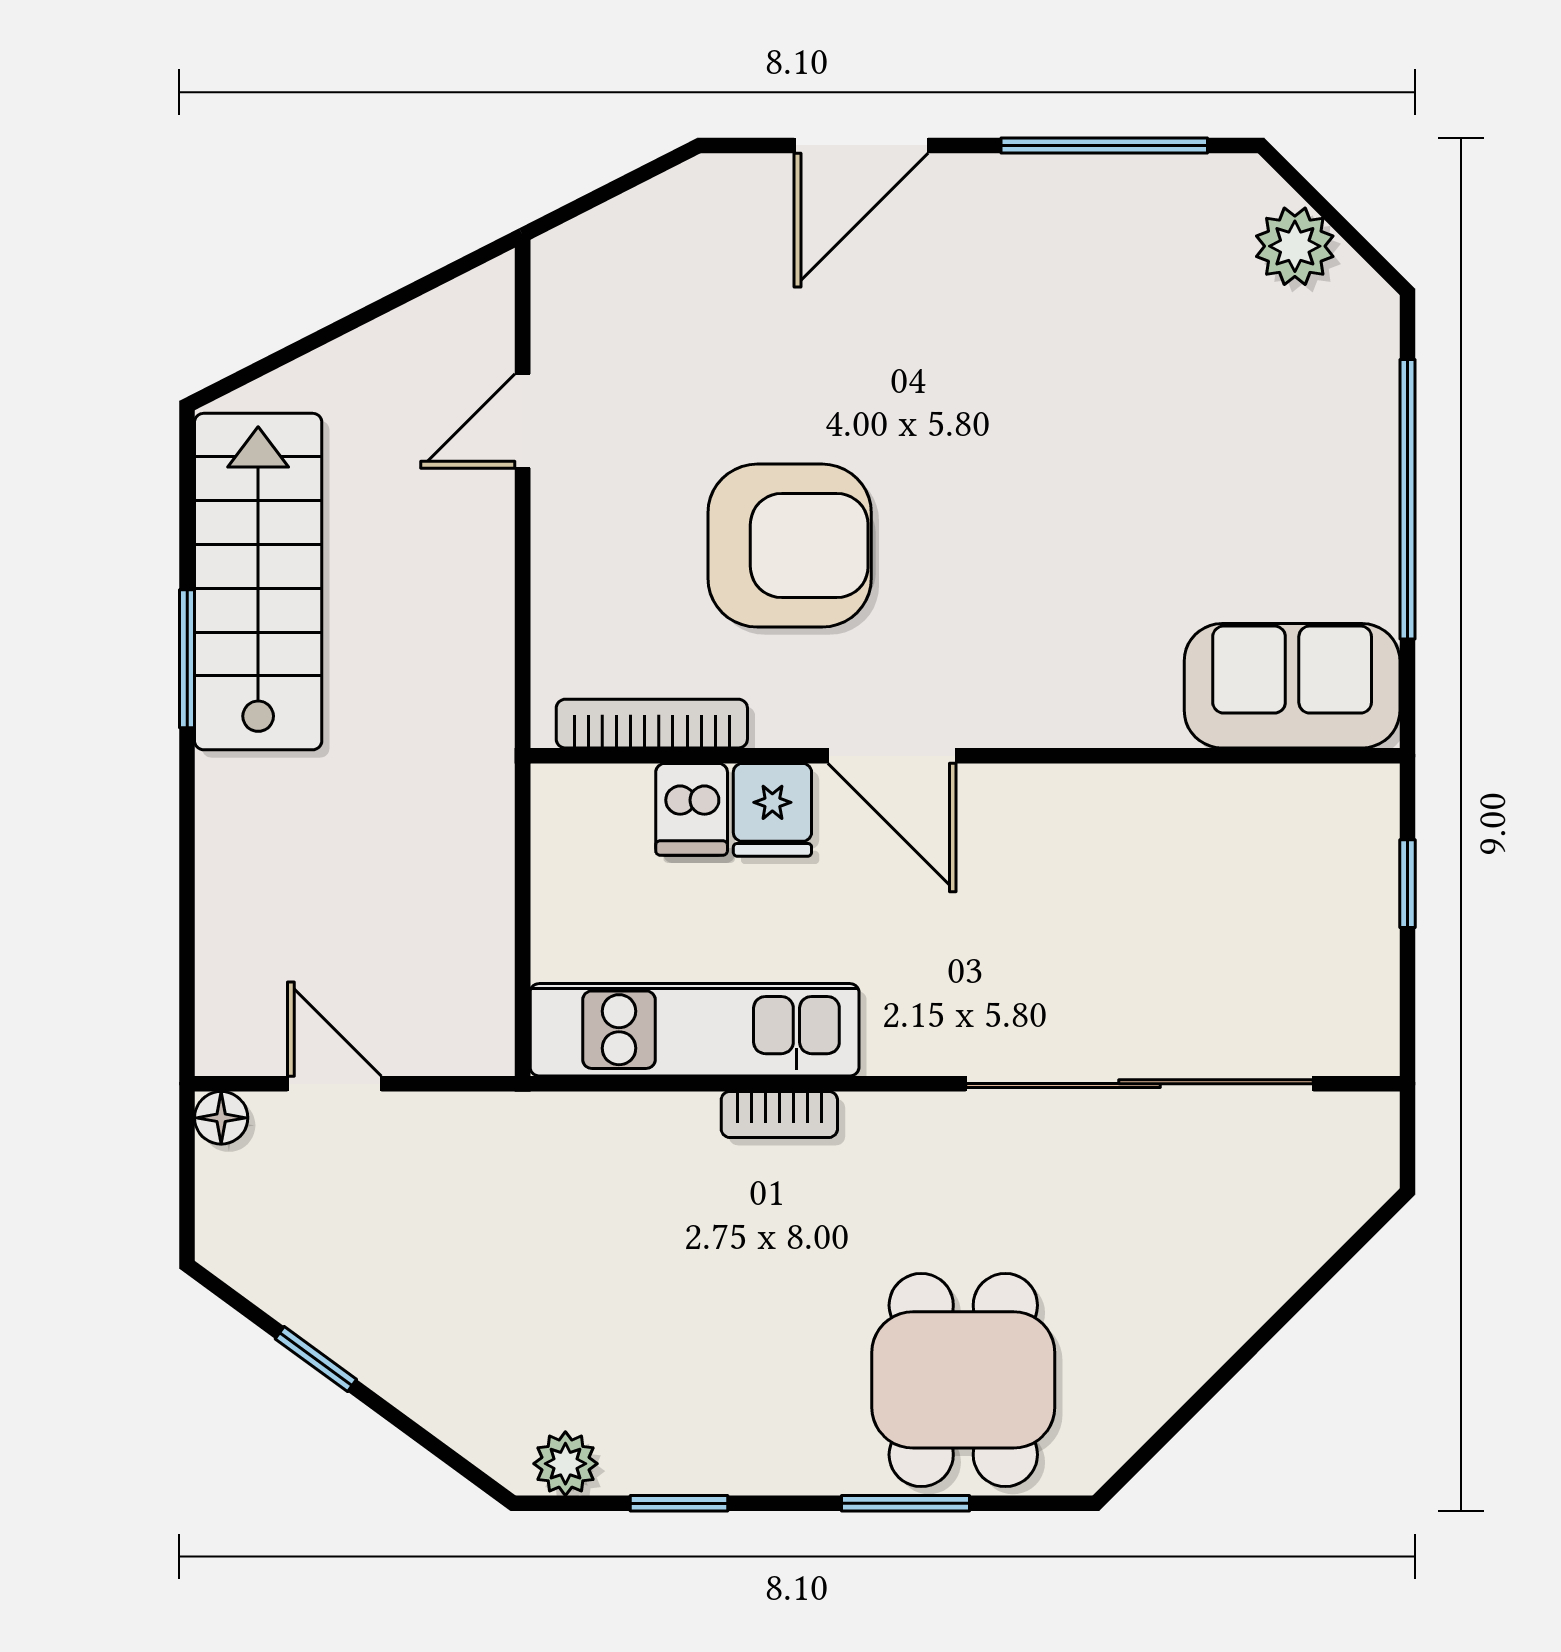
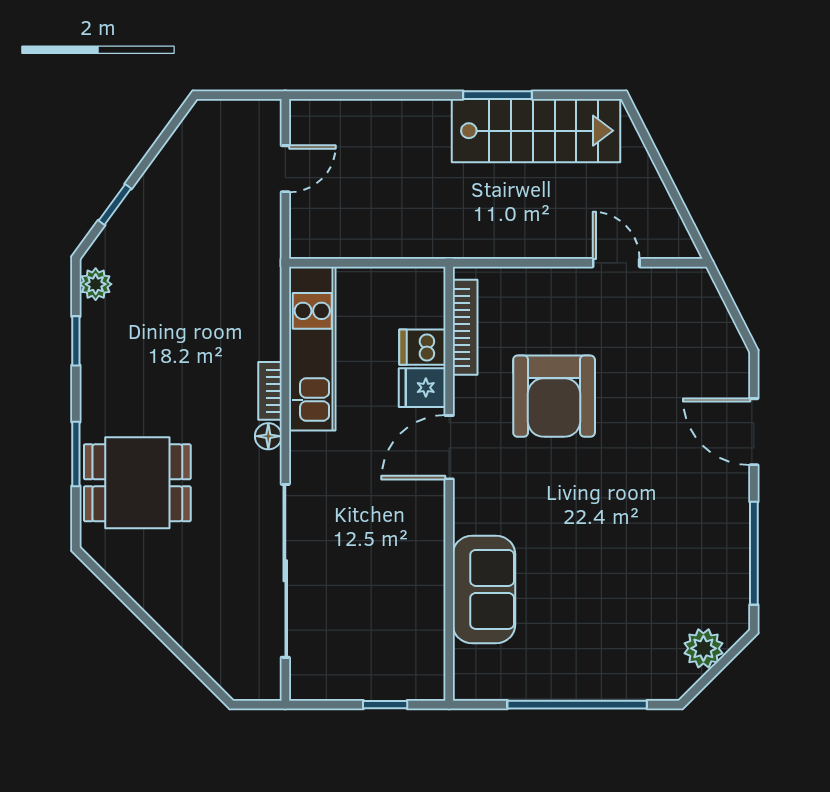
sofa: (1292, 686) -> (484, 589), moved
floor lamp: (221, 1118) -> (268, 436), moved
window: (316, 1359) -> (115, 205), moved

